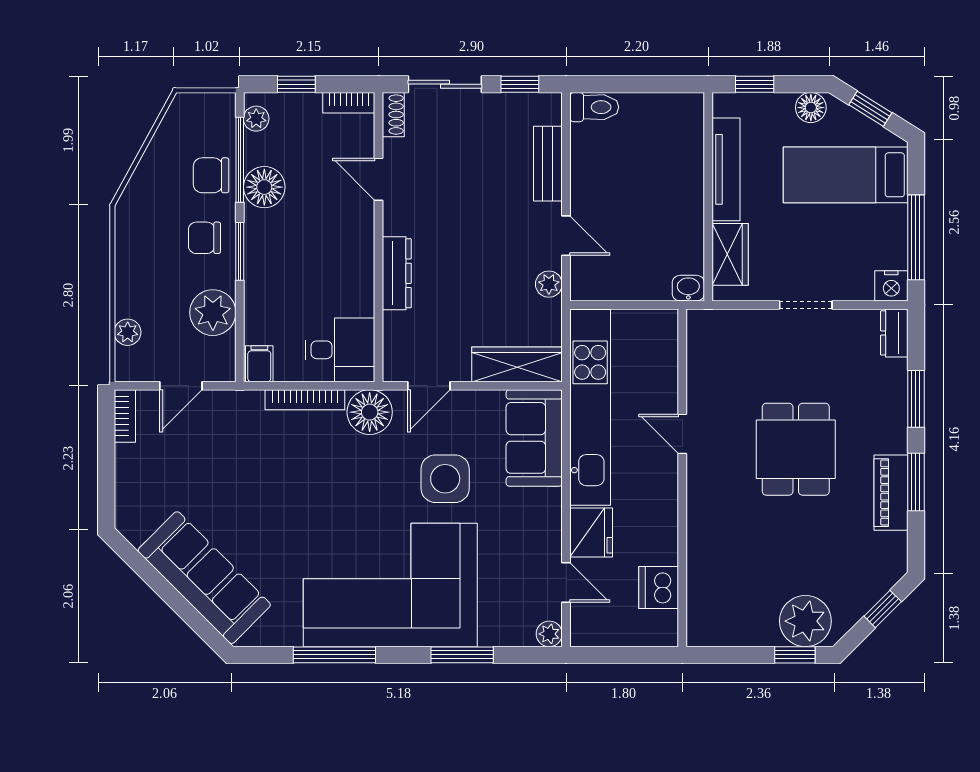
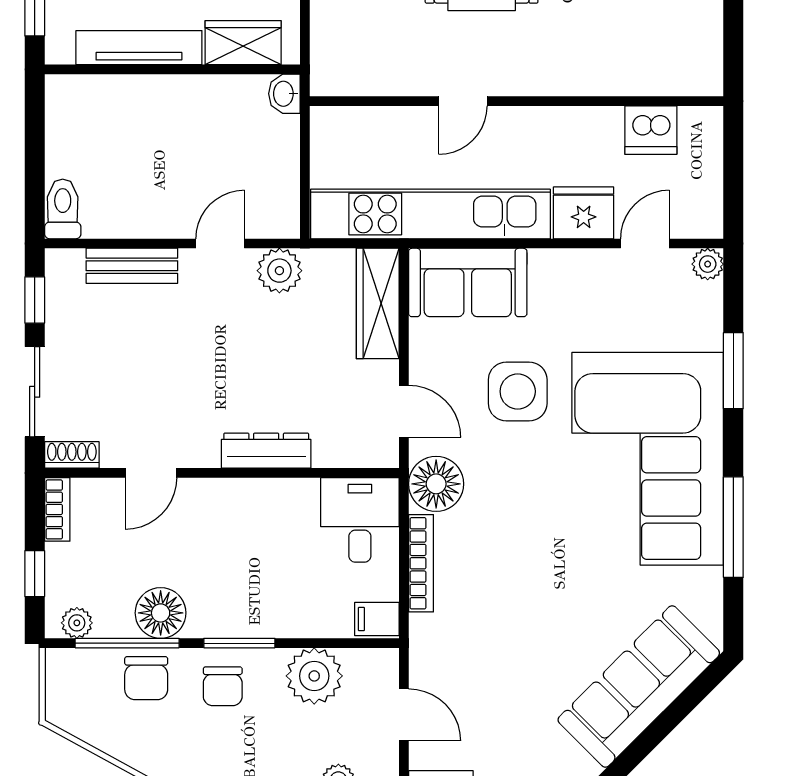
plant: (549, 284) -> (279, 271), width x1.38, depth x1.38

